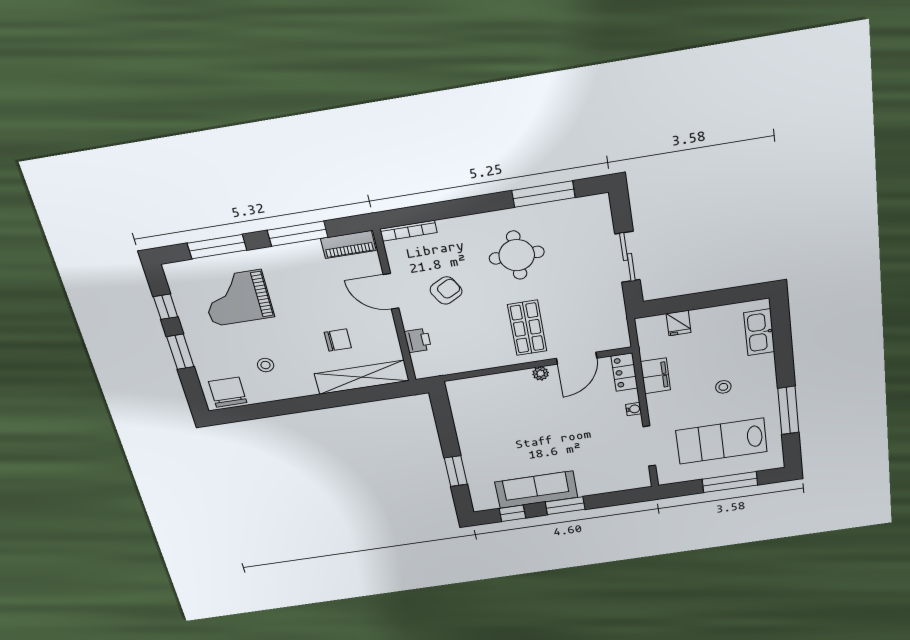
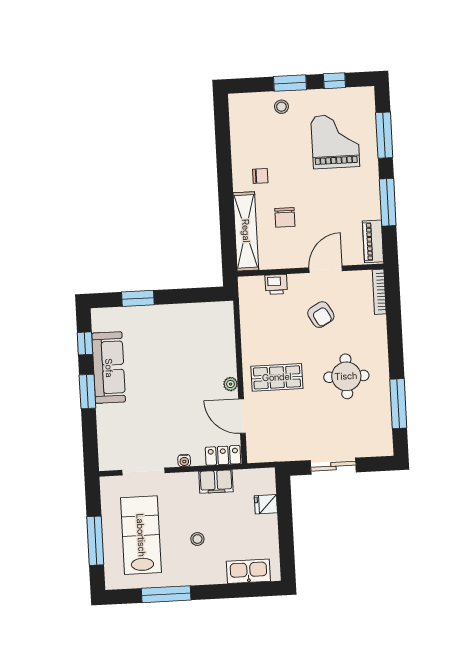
stool: (266, 365) -> (281, 107), moved
chair: (228, 392) -> (260, 176), moved, width x0.54, depth x0.54

